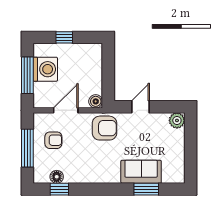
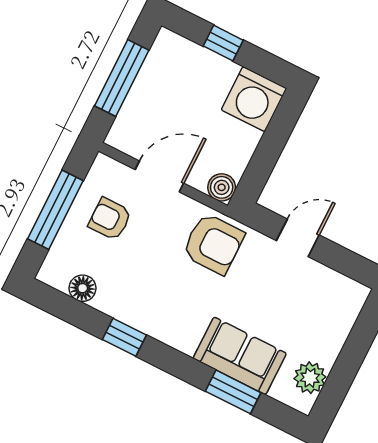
washing machine: (45, 69) -> (254, 99), moved, turned 90
plant: (177, 120) -> (310, 378), moved
armchair: (53, 140) -> (110, 219), turned 180
window: (59, 189) -> (124, 337), moved

